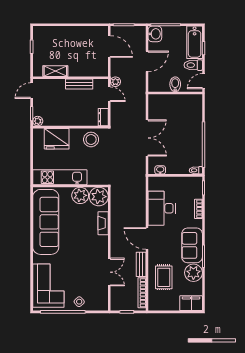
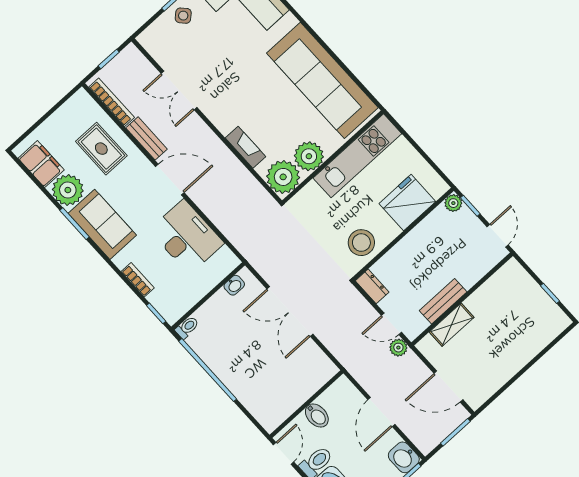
shelving: (55, 71) -> (452, 325), moved
filing cabinet: (191, 303) -> (41, 164), moved, turned -90

